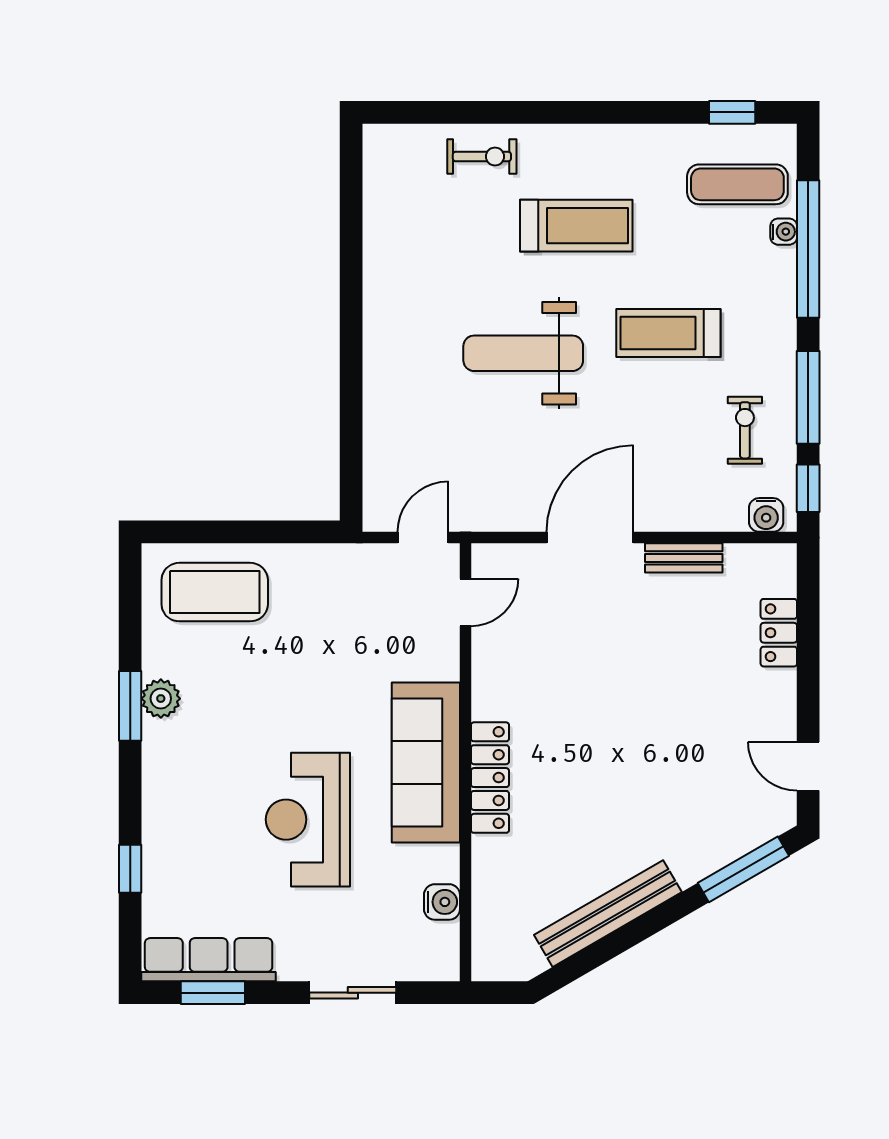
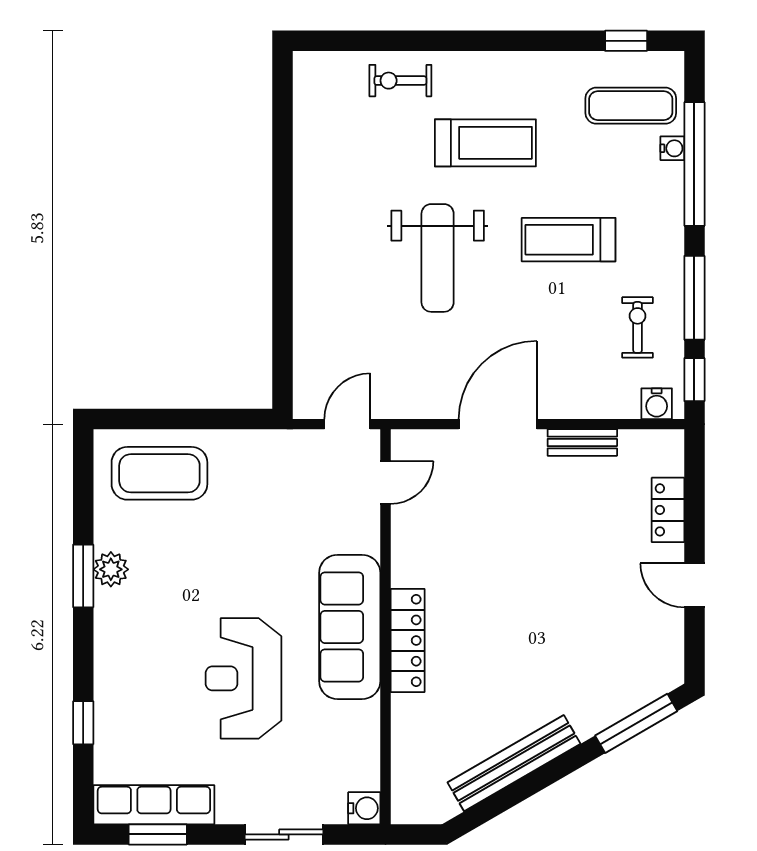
exercise bike: (482, 157) -> (400, 81), turned 180
weight bench: (523, 353) -> (438, 258), turned -90
door: (808, 766) -> (694, 585), moved
water cooler: (442, 902) -> (364, 808), moved

